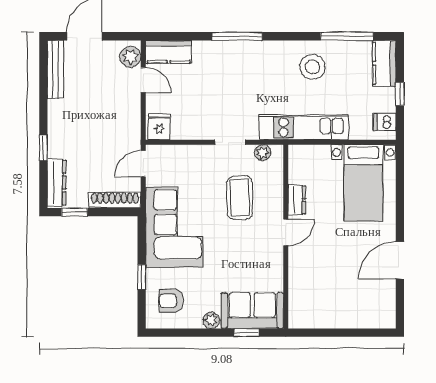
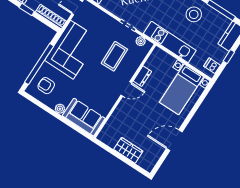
window: (142, 277) -> (39, 64), width x3.17
wardrobe: (345, 316) -> (128, 150), added
window: (246, 333) -> (74, 126), removed

